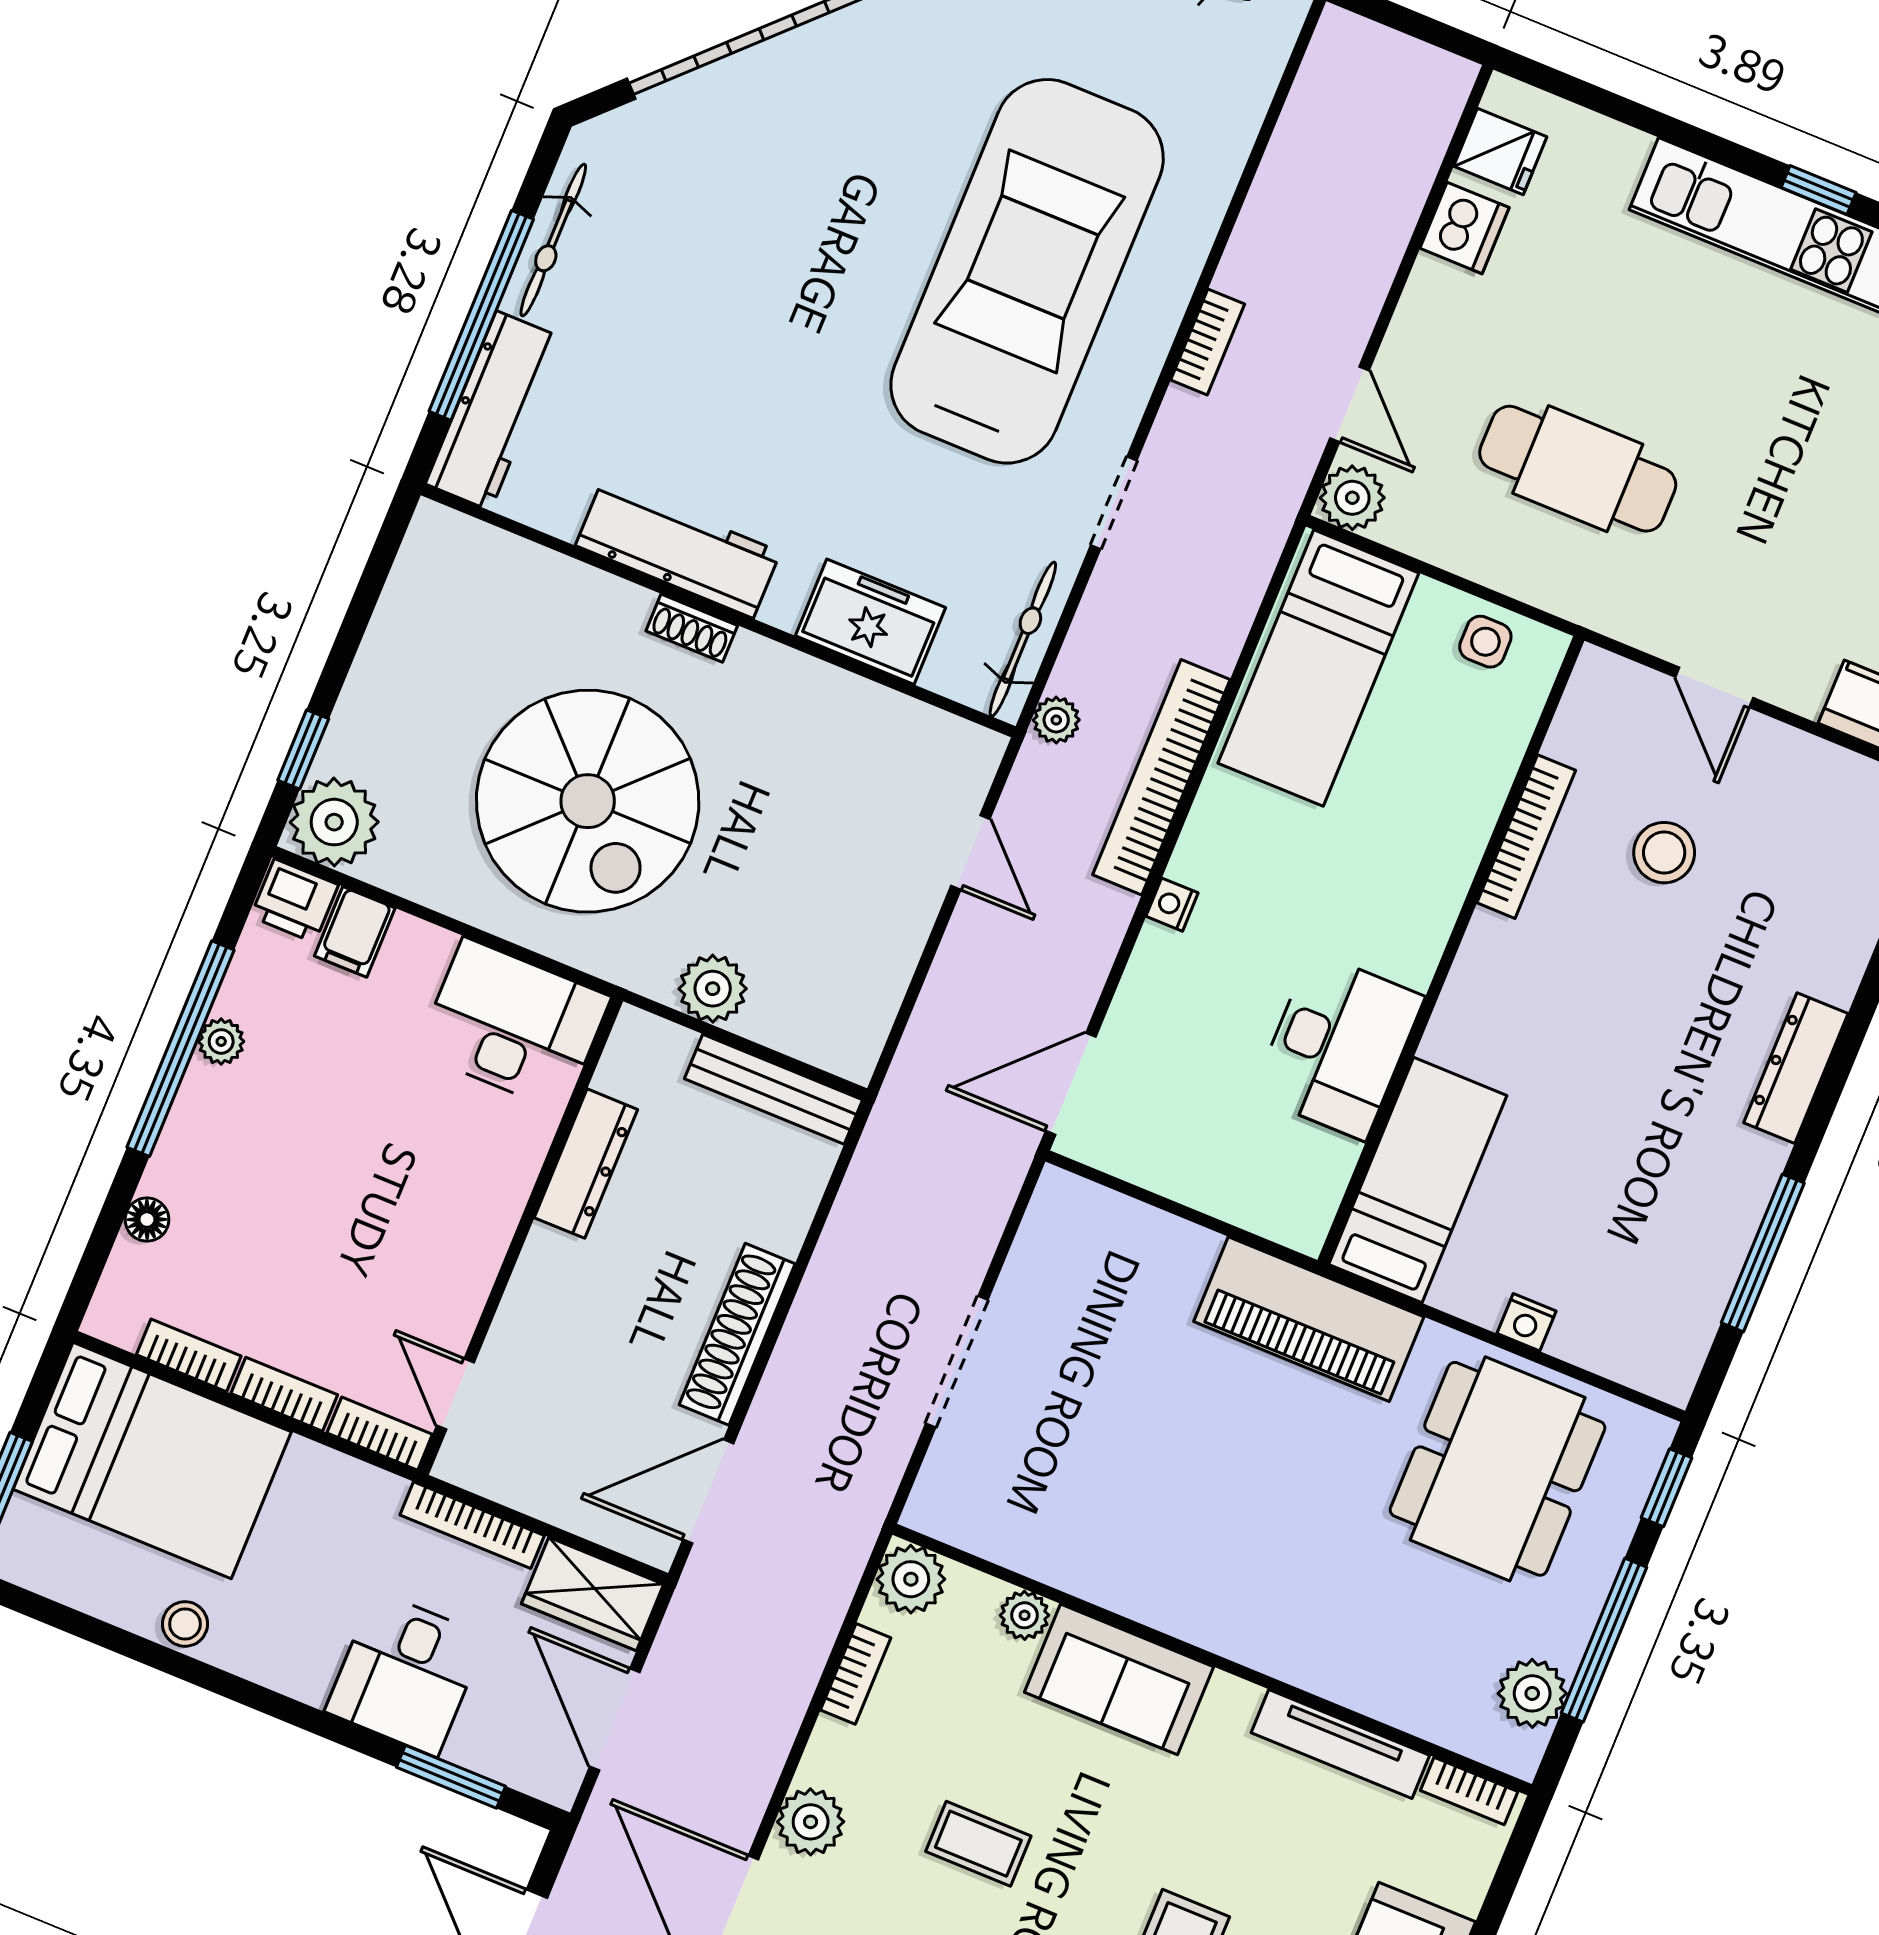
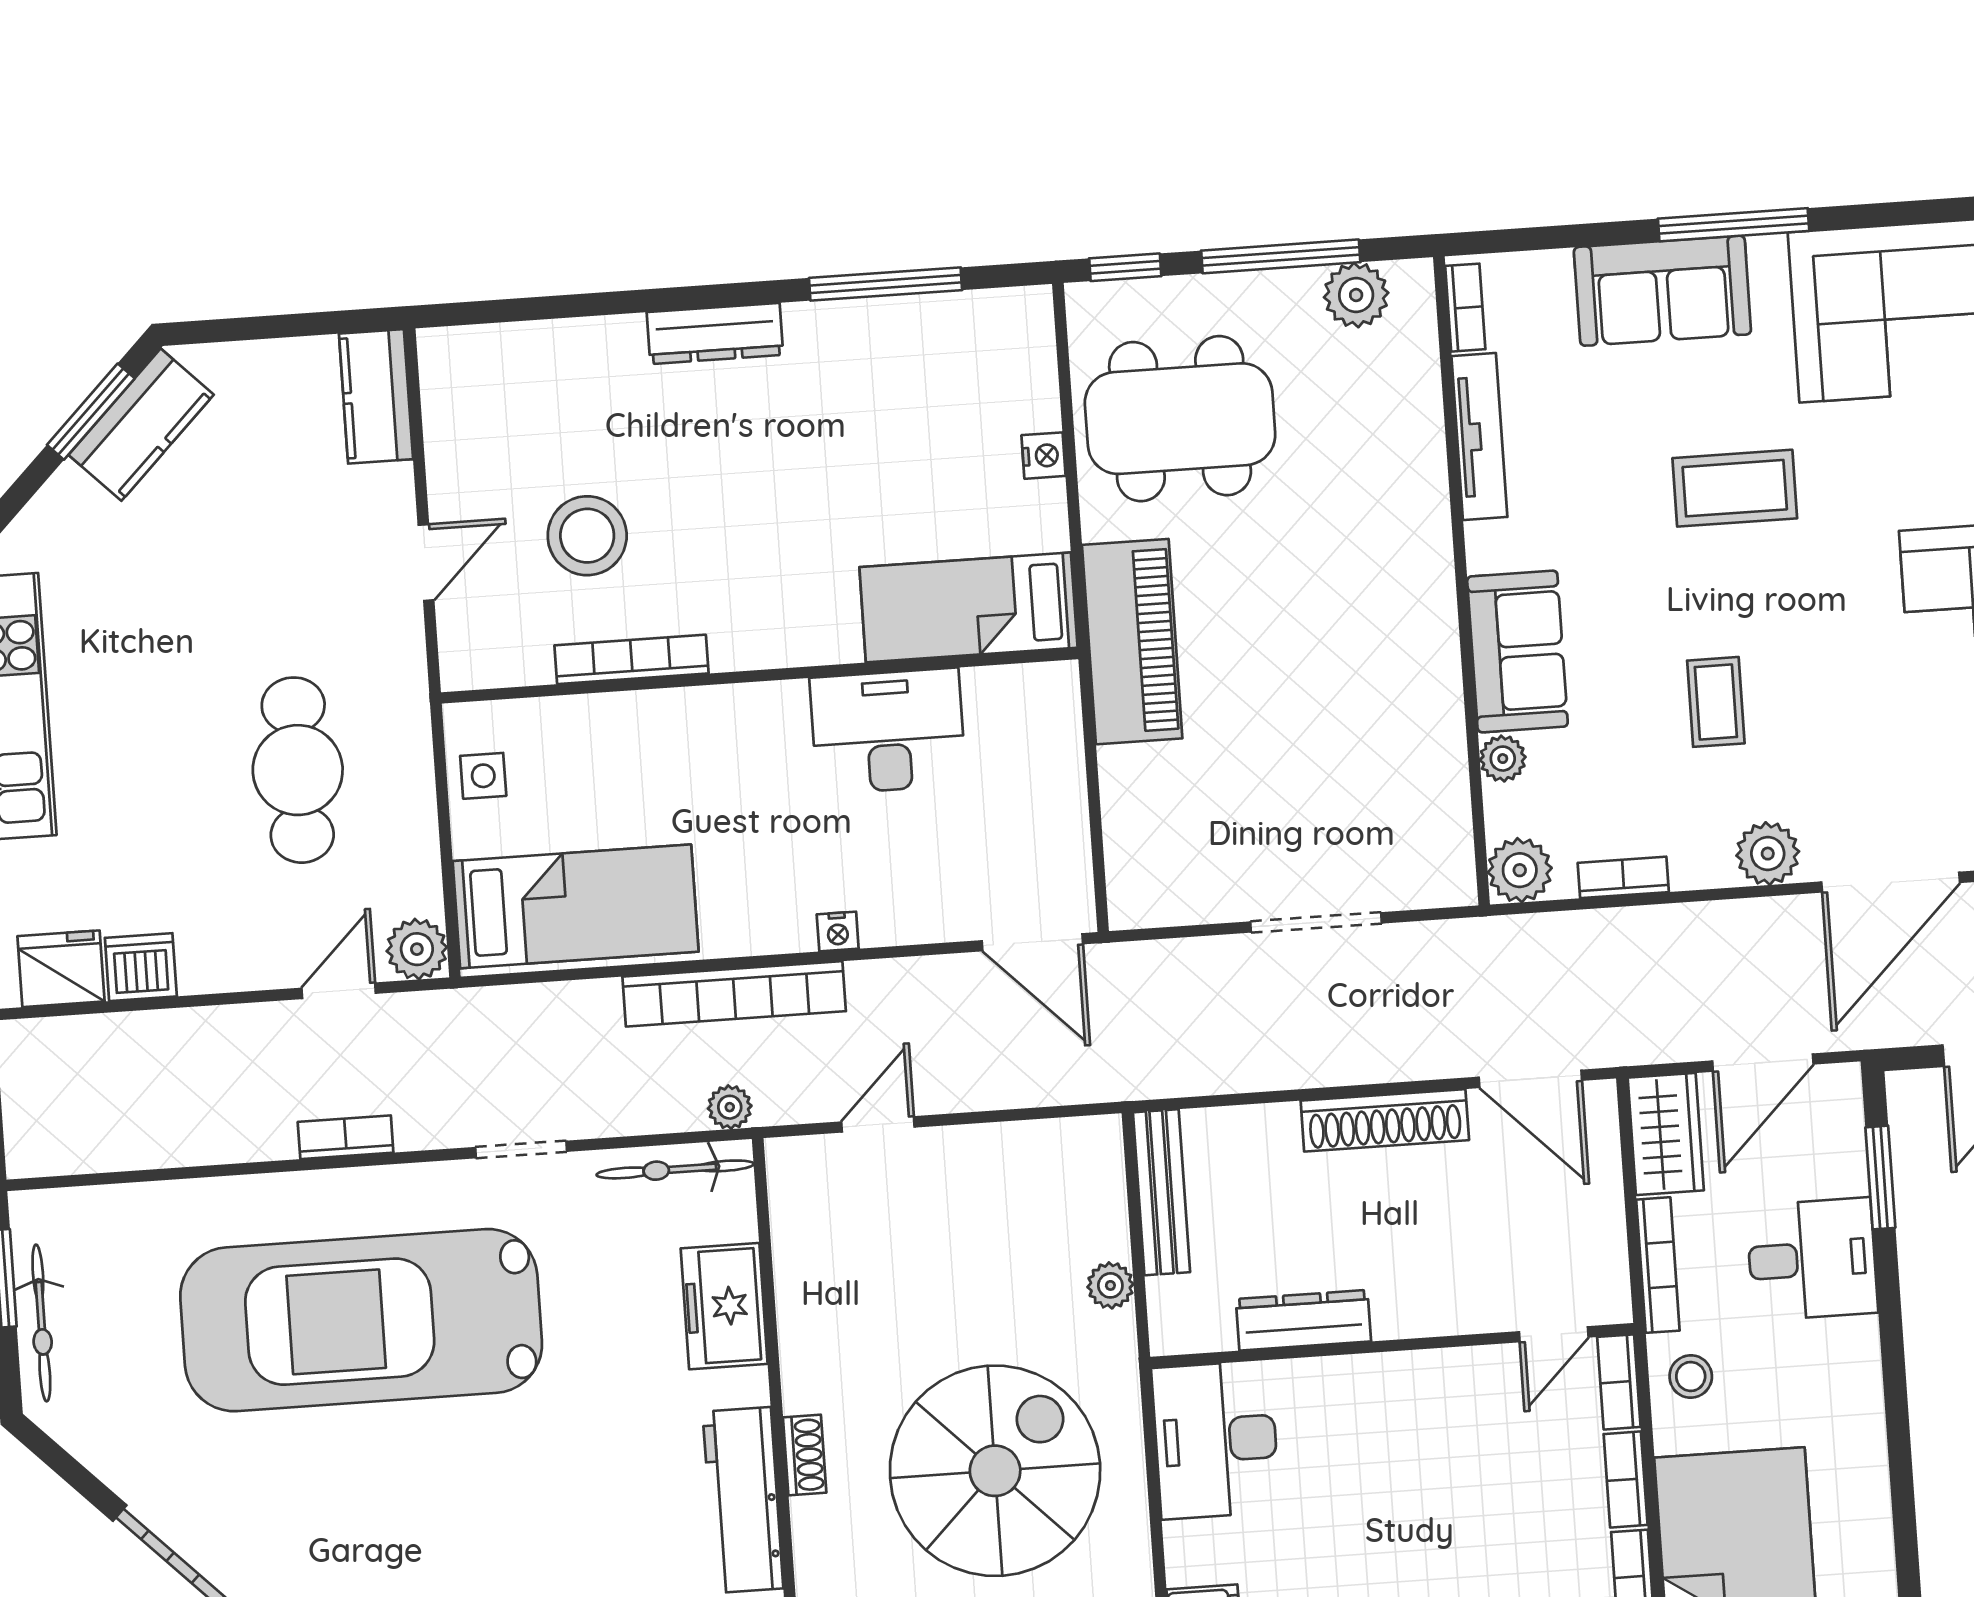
fridge: (1500, 151) -> (61, 969), width x1.38
stool: (1664, 853) -> (587, 536), width x1.38, depth x1.38
plant: (713, 989) -> (1110, 1285), width x0.73, depth x0.73
stool: (185, 1624) -> (1691, 1377), moved

